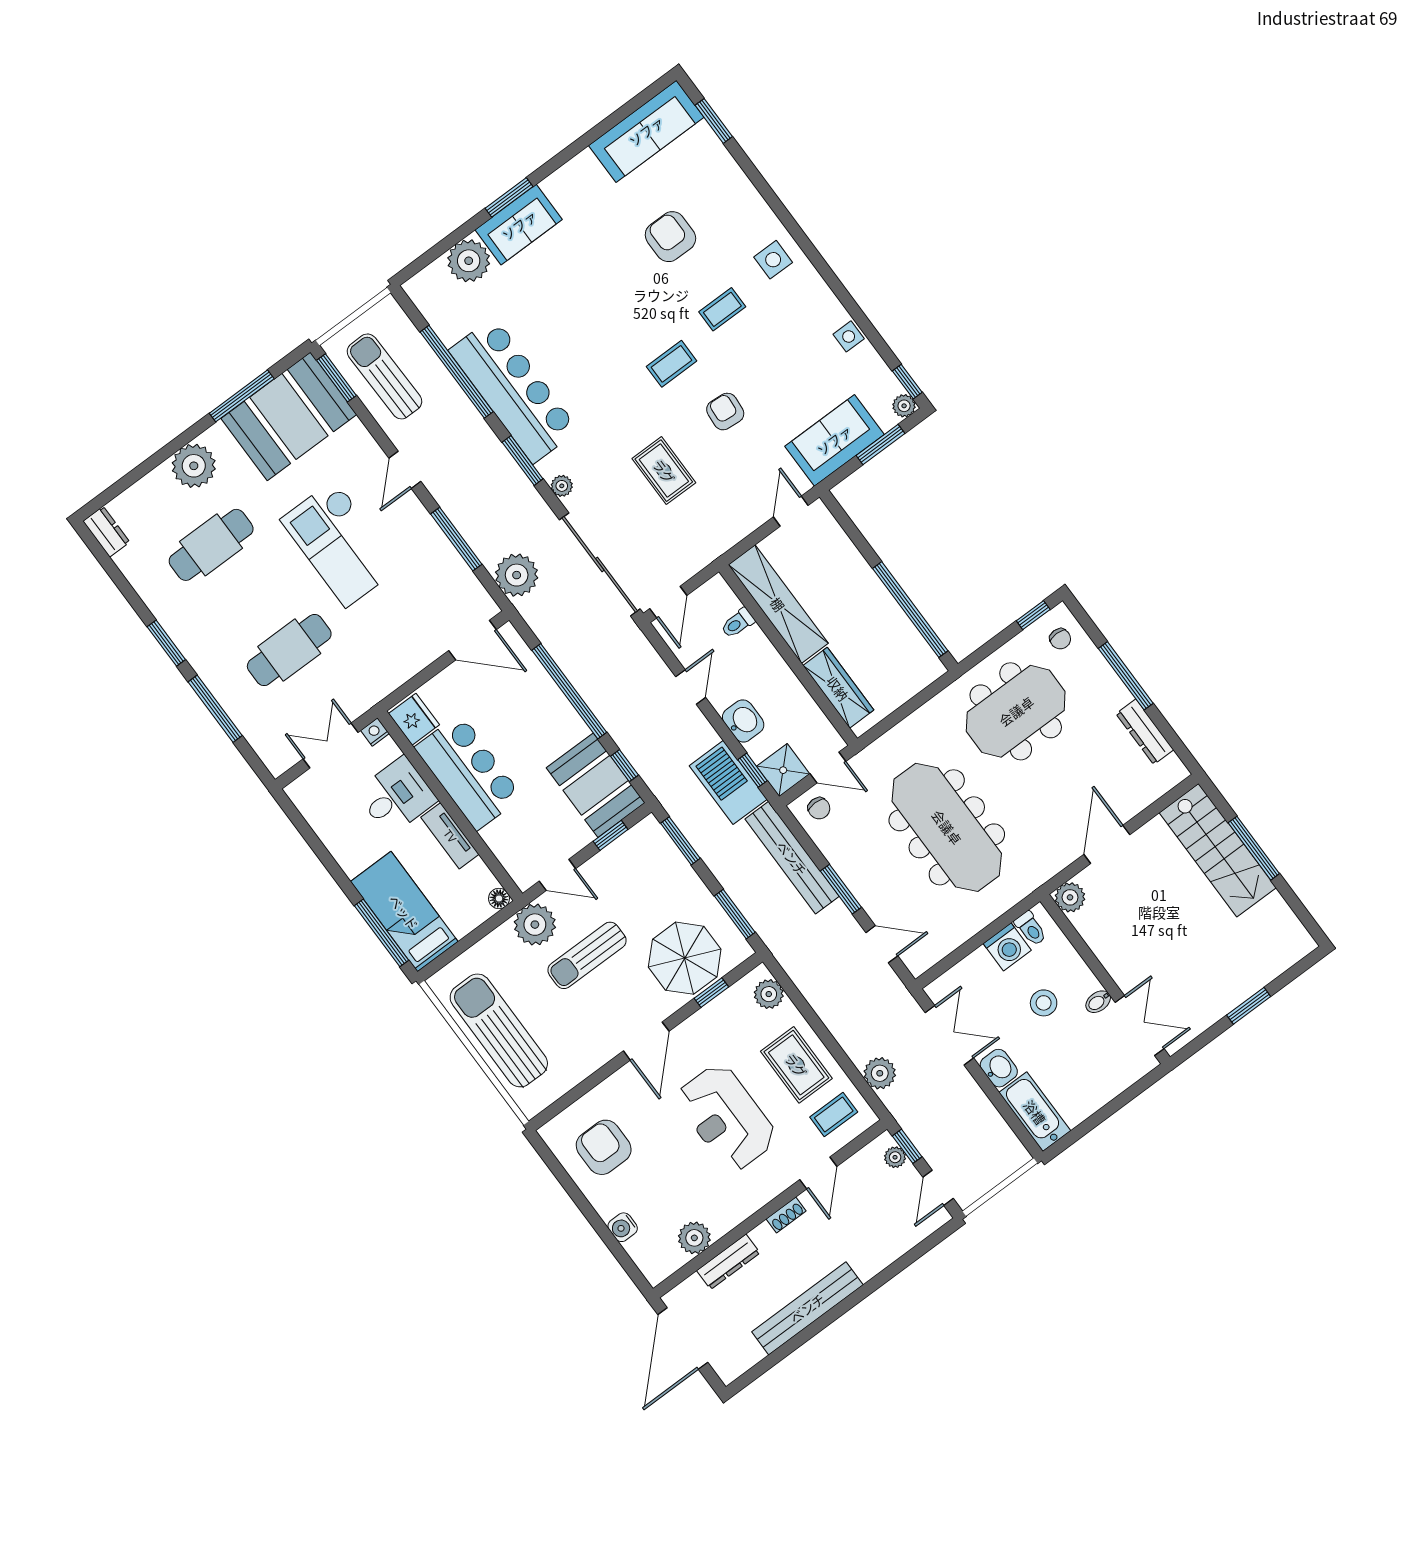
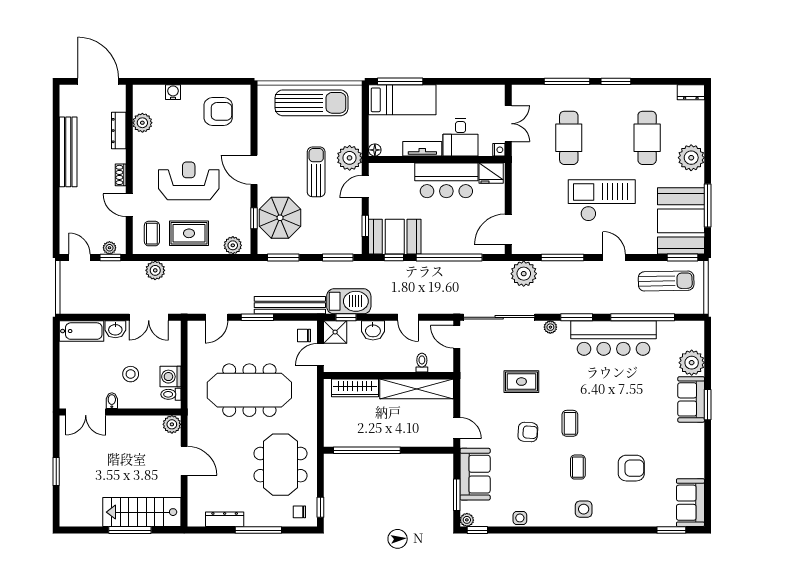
sofa: (646, 131) -> (690, 503), width x0.73

